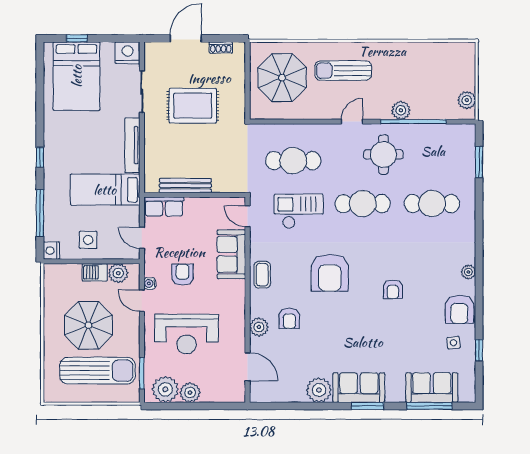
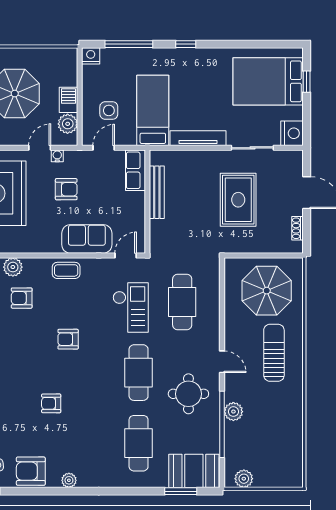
booth: (459, 149) -> (194, 471), added
side table: (88, 240) -> (109, 110), moved
armchair: (330, 273) -> (68, 339), width x0.53, depth x0.53

